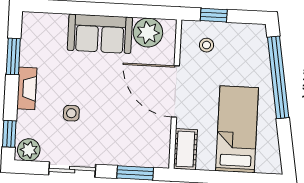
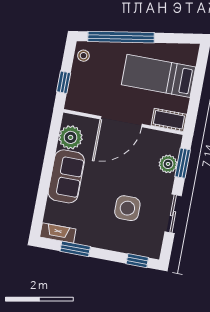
stool: (207, 45) -> (83, 56), moved
fireplace: (27, 88) -> (58, 233), moved
side table: (71, 113) -> (127, 208), width x1.87, depth x1.87
plant: (29, 150) -> (168, 164), moved

